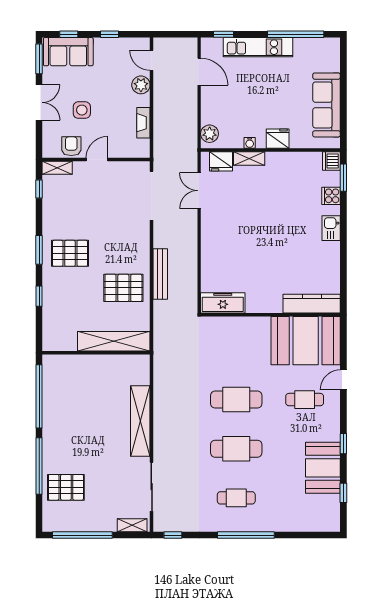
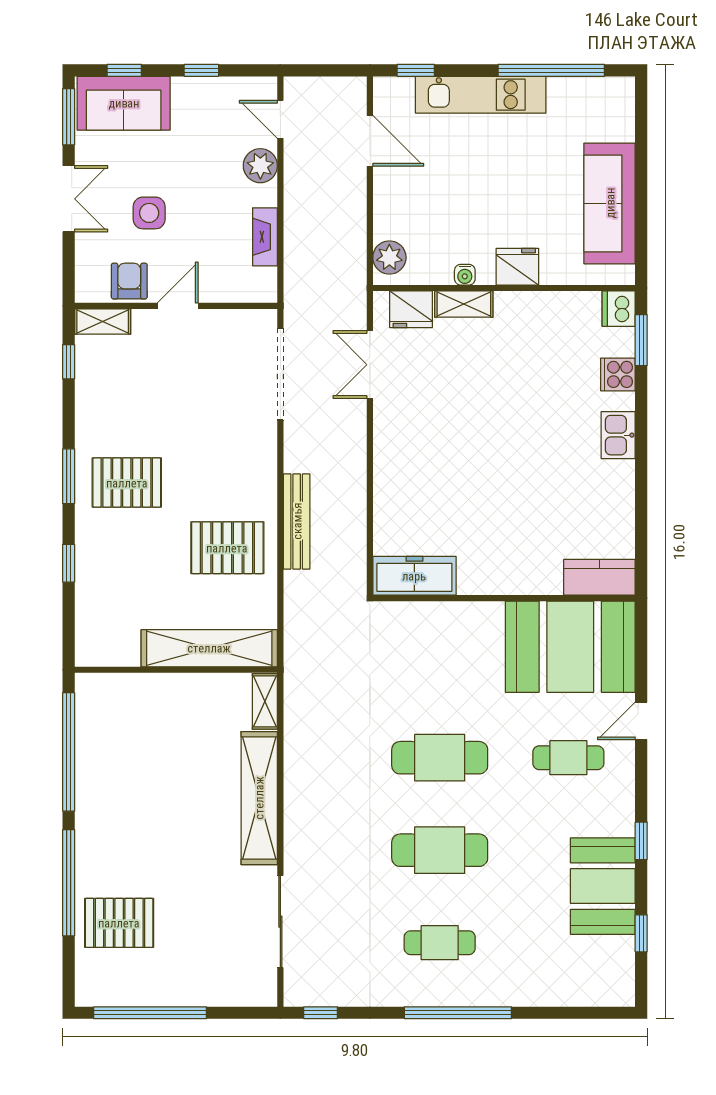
kitchen counter: (312, 304) -> (599, 577), width x0.67
shelving: (132, 525) -> (265, 701), moved, turned 90

